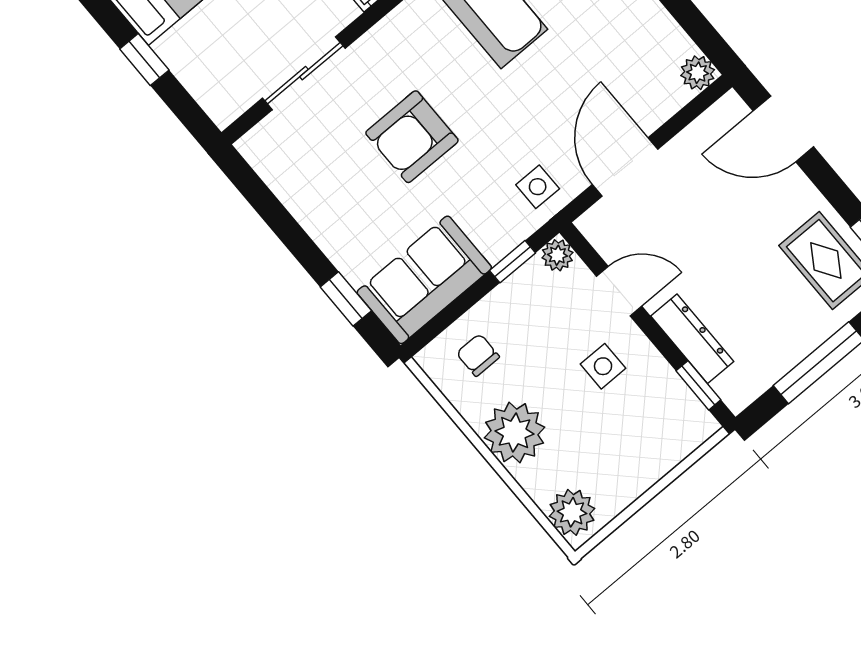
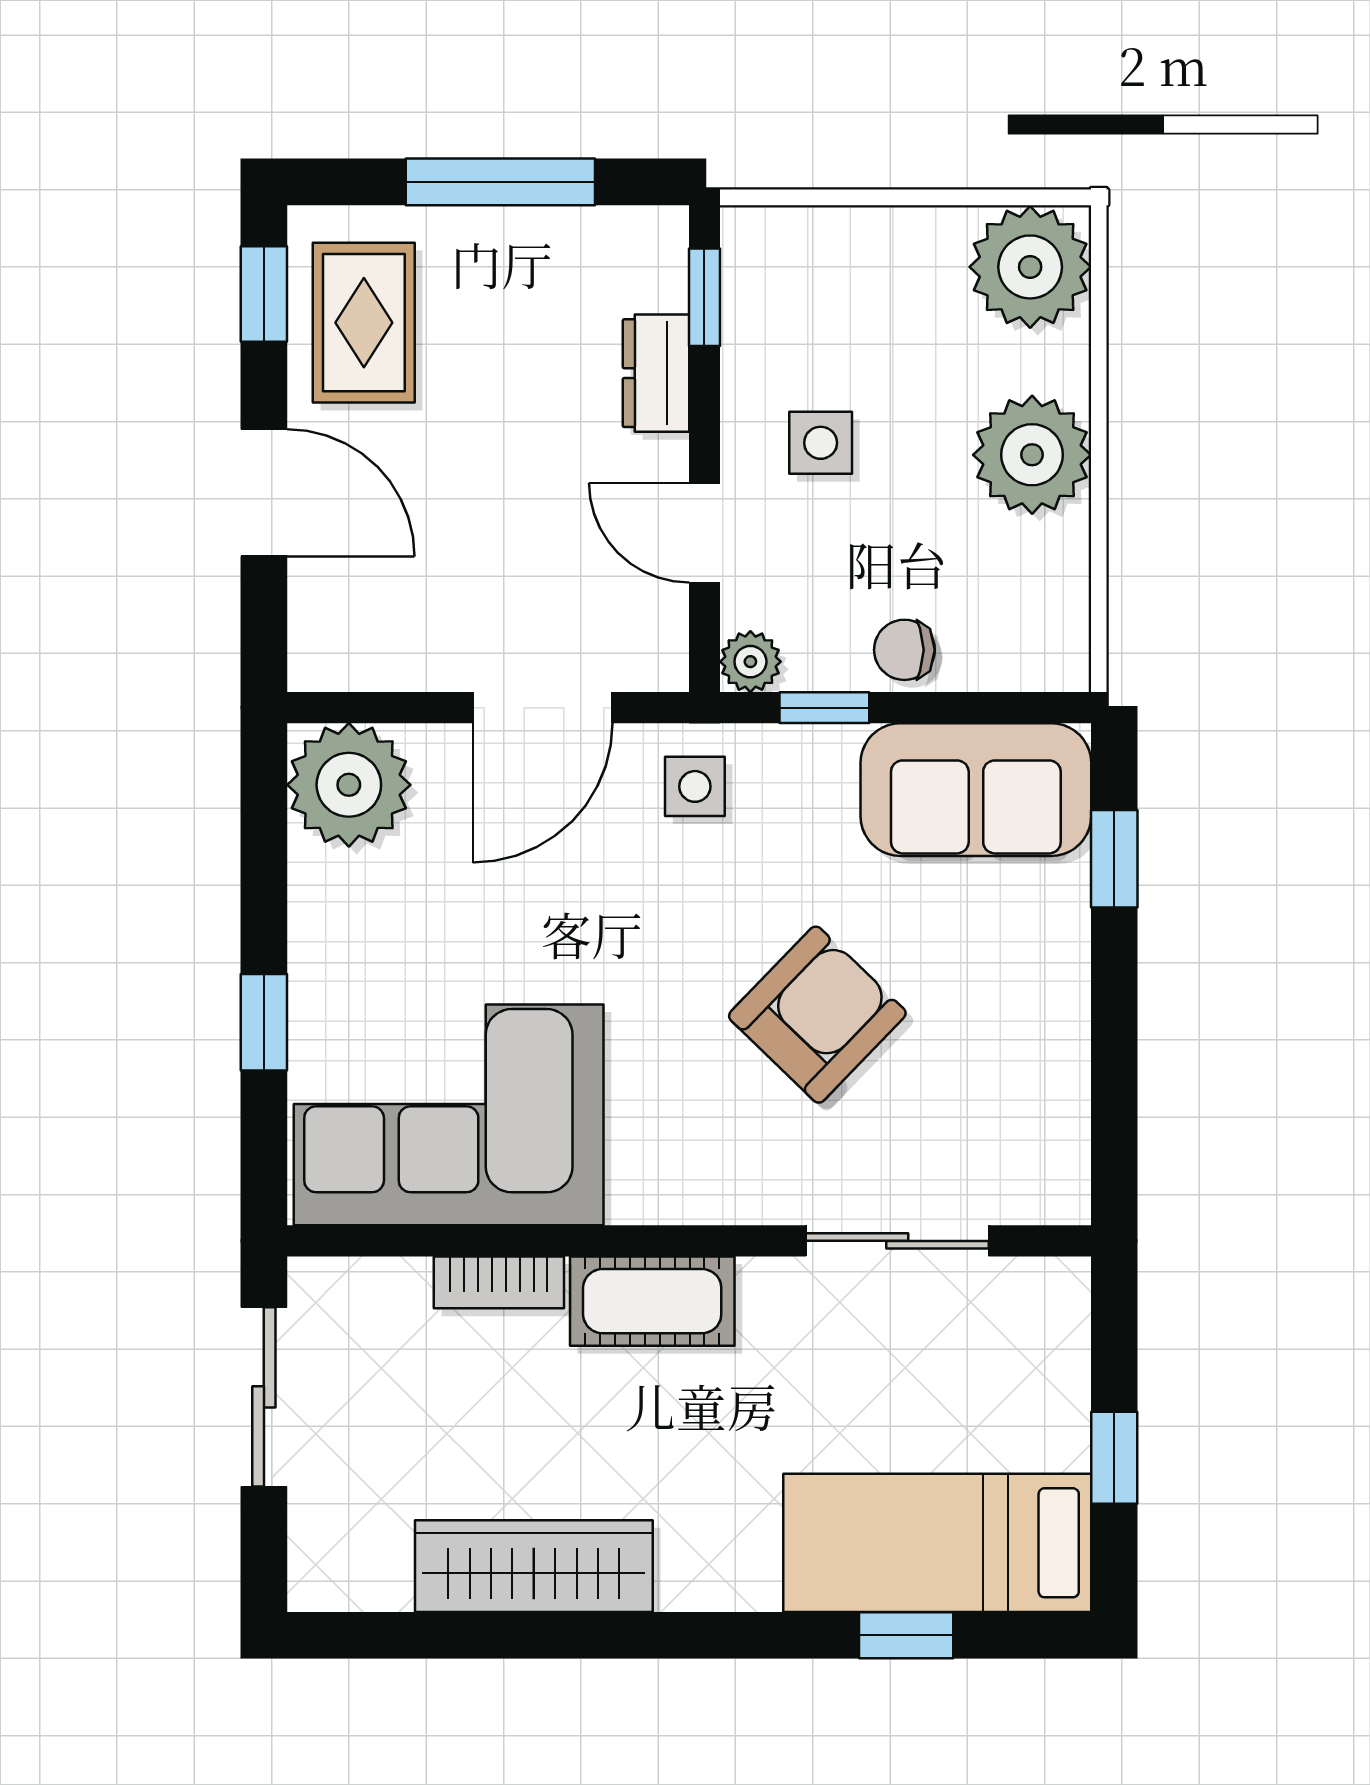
plant: (698, 73) -> (349, 785), width x1.87, depth x1.87
door: (783, 129) -> (264, 493), moved
armchair: (412, 137) -> (817, 1015), turned -46
dresser: (692, 339) -> (656, 373), width x0.70
chair: (478, 355) -> (904, 650), moved, turned 90
plant: (572, 512) -> (1030, 267), width x1.36, depth x1.36

